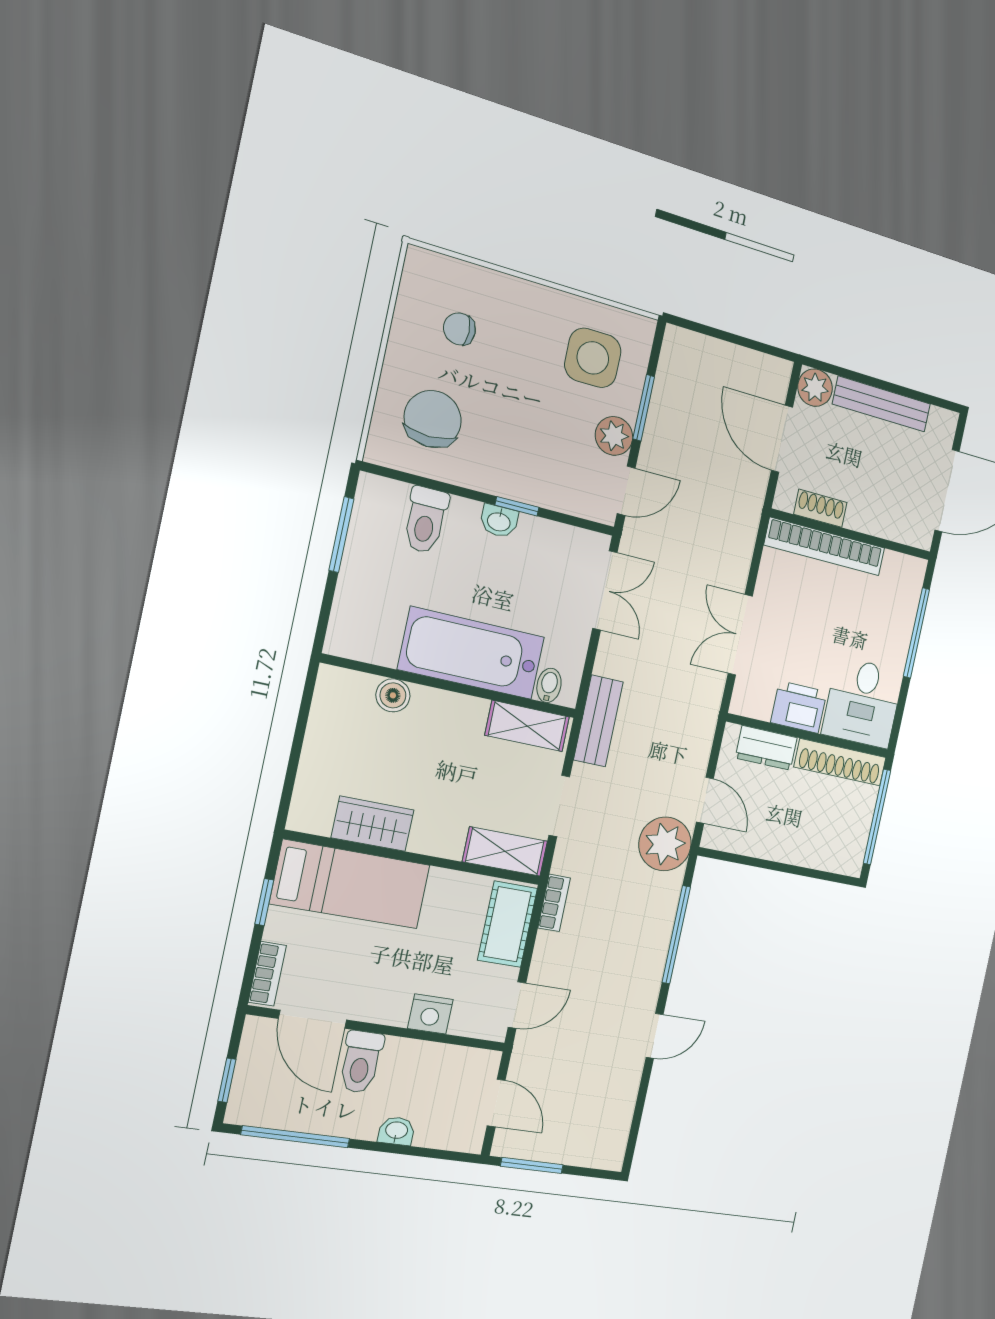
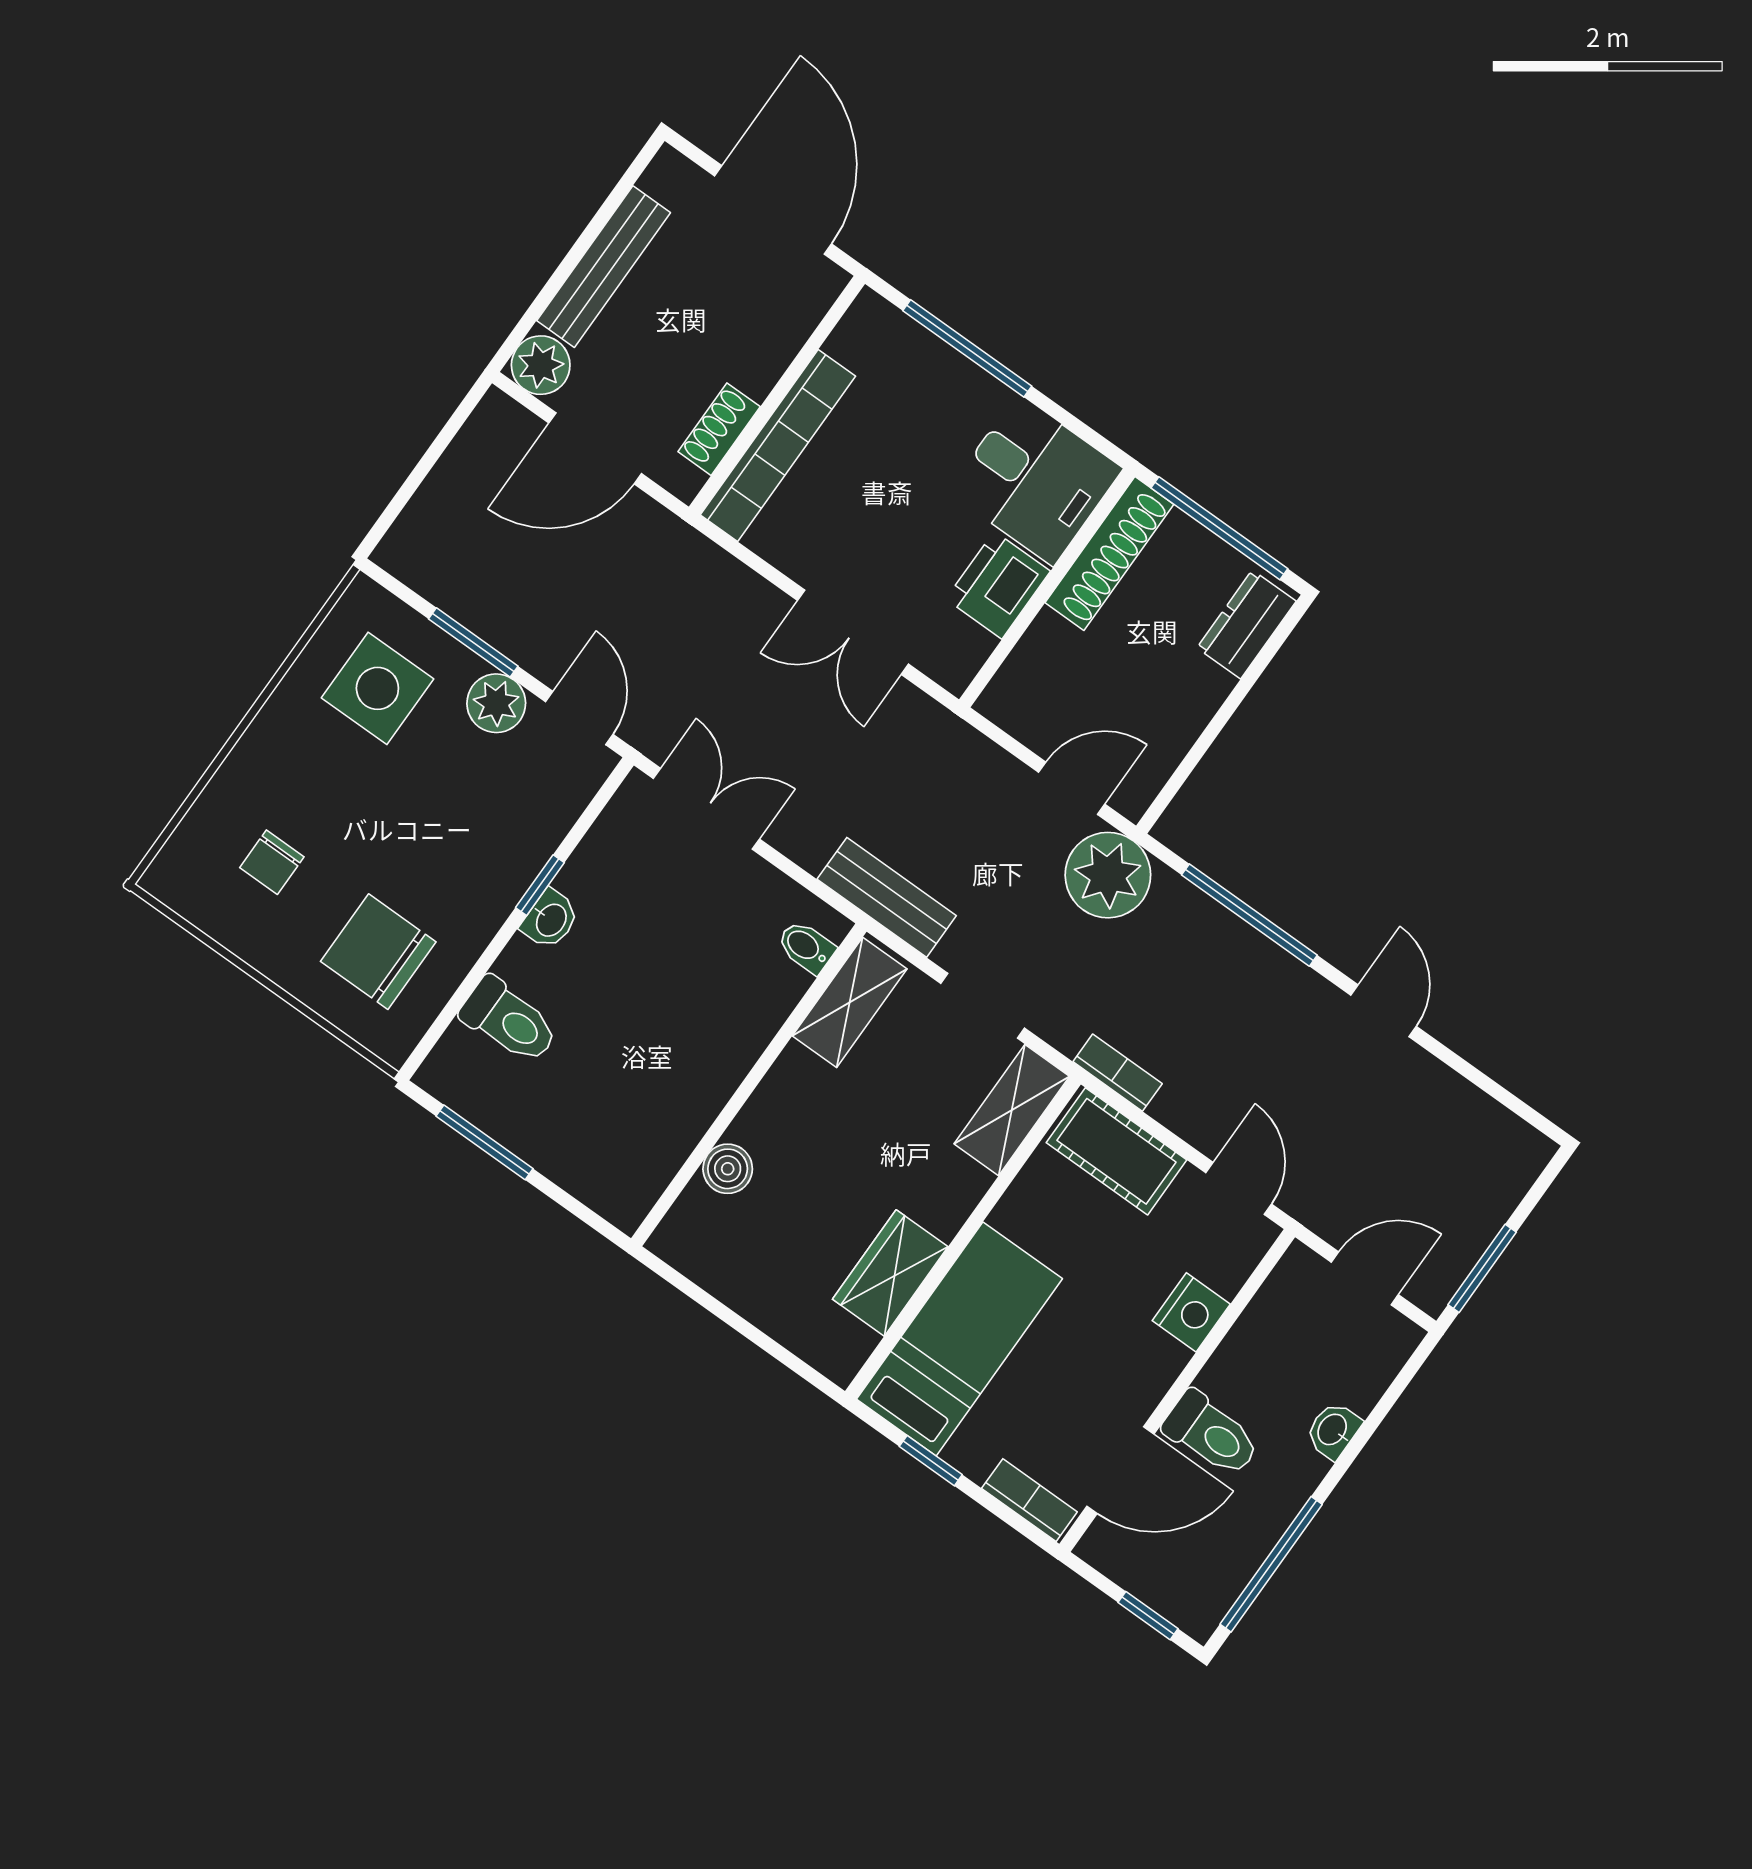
bathtub: (472, 653) -> (715, 1036), removed
dresser: (766, 748) -> (1246, 624), moved, turned 180

